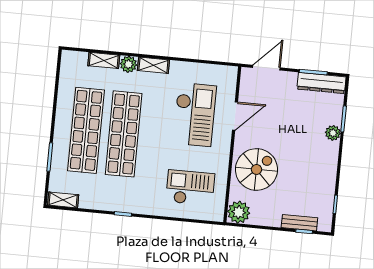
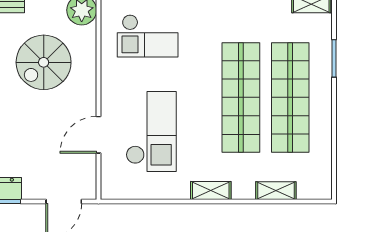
plant: (128, 64) -> (243, 189), removed
checkout: (195, 115) -> (151, 131), turned 180
spiral stairs: (256, 169) -> (44, 62), moved

